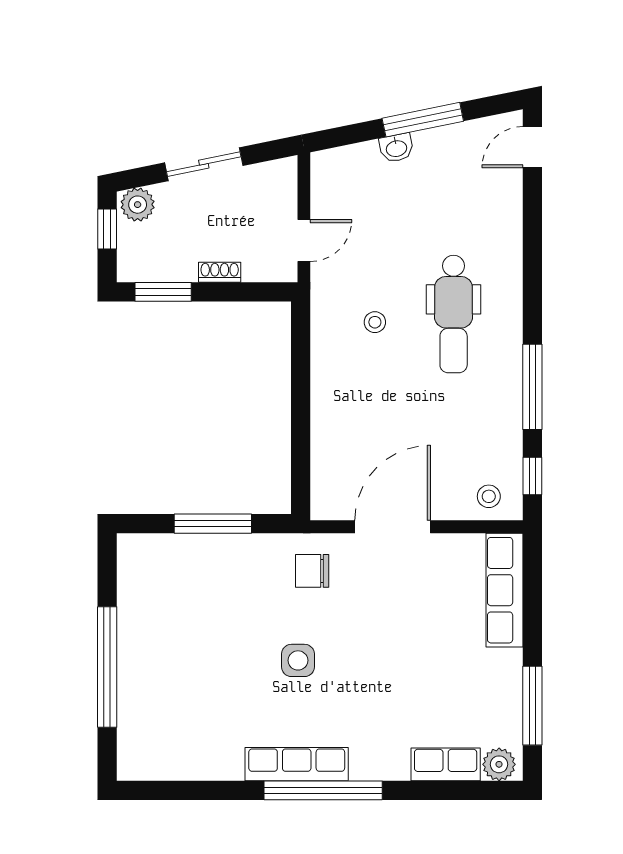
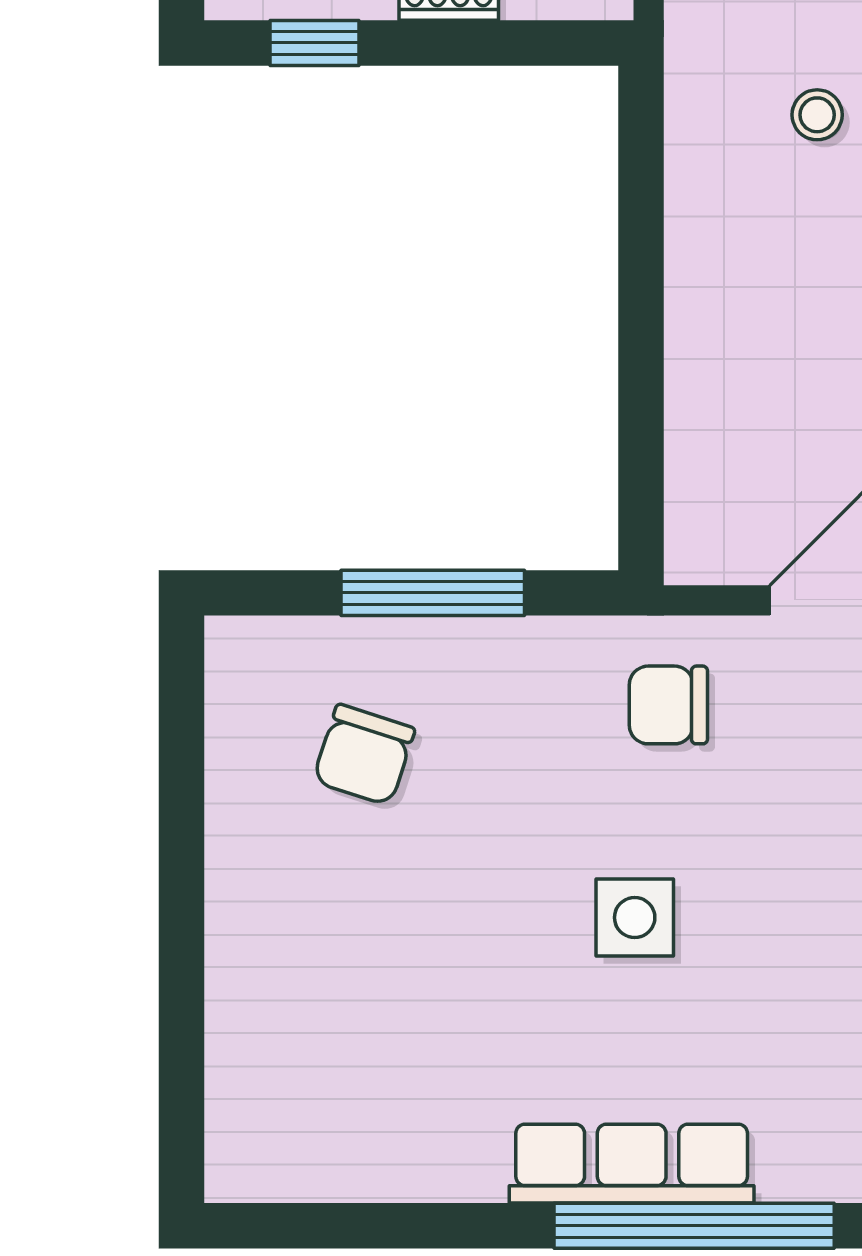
window: (163, 292) -> (315, 43), width x0.67
chair: (184, 592) -> (364, 755), added
window: (107, 667) -> (182, 933), removed

